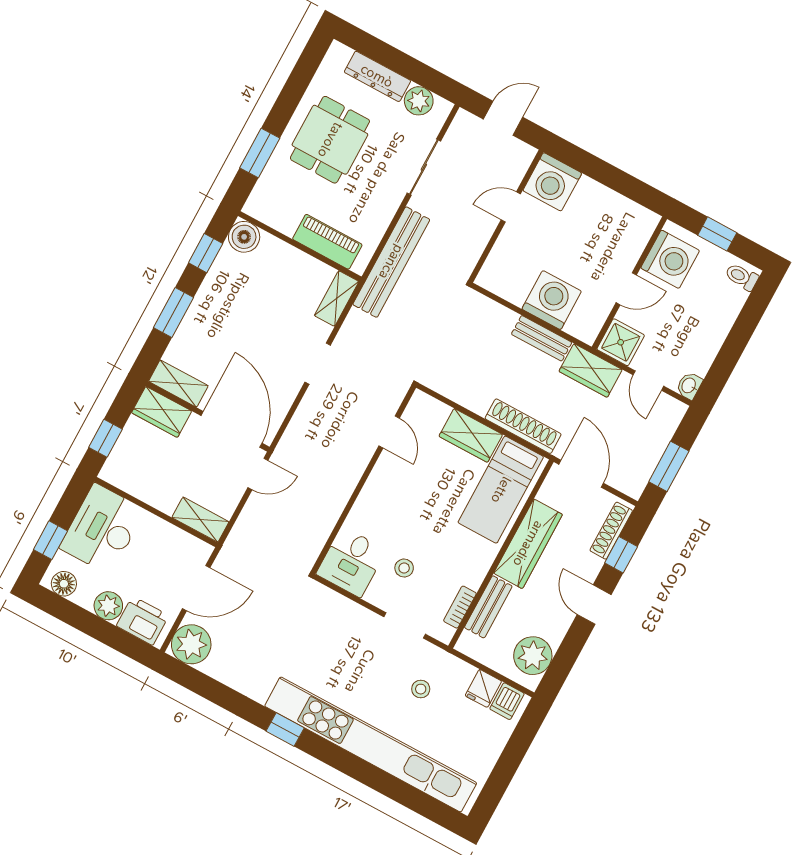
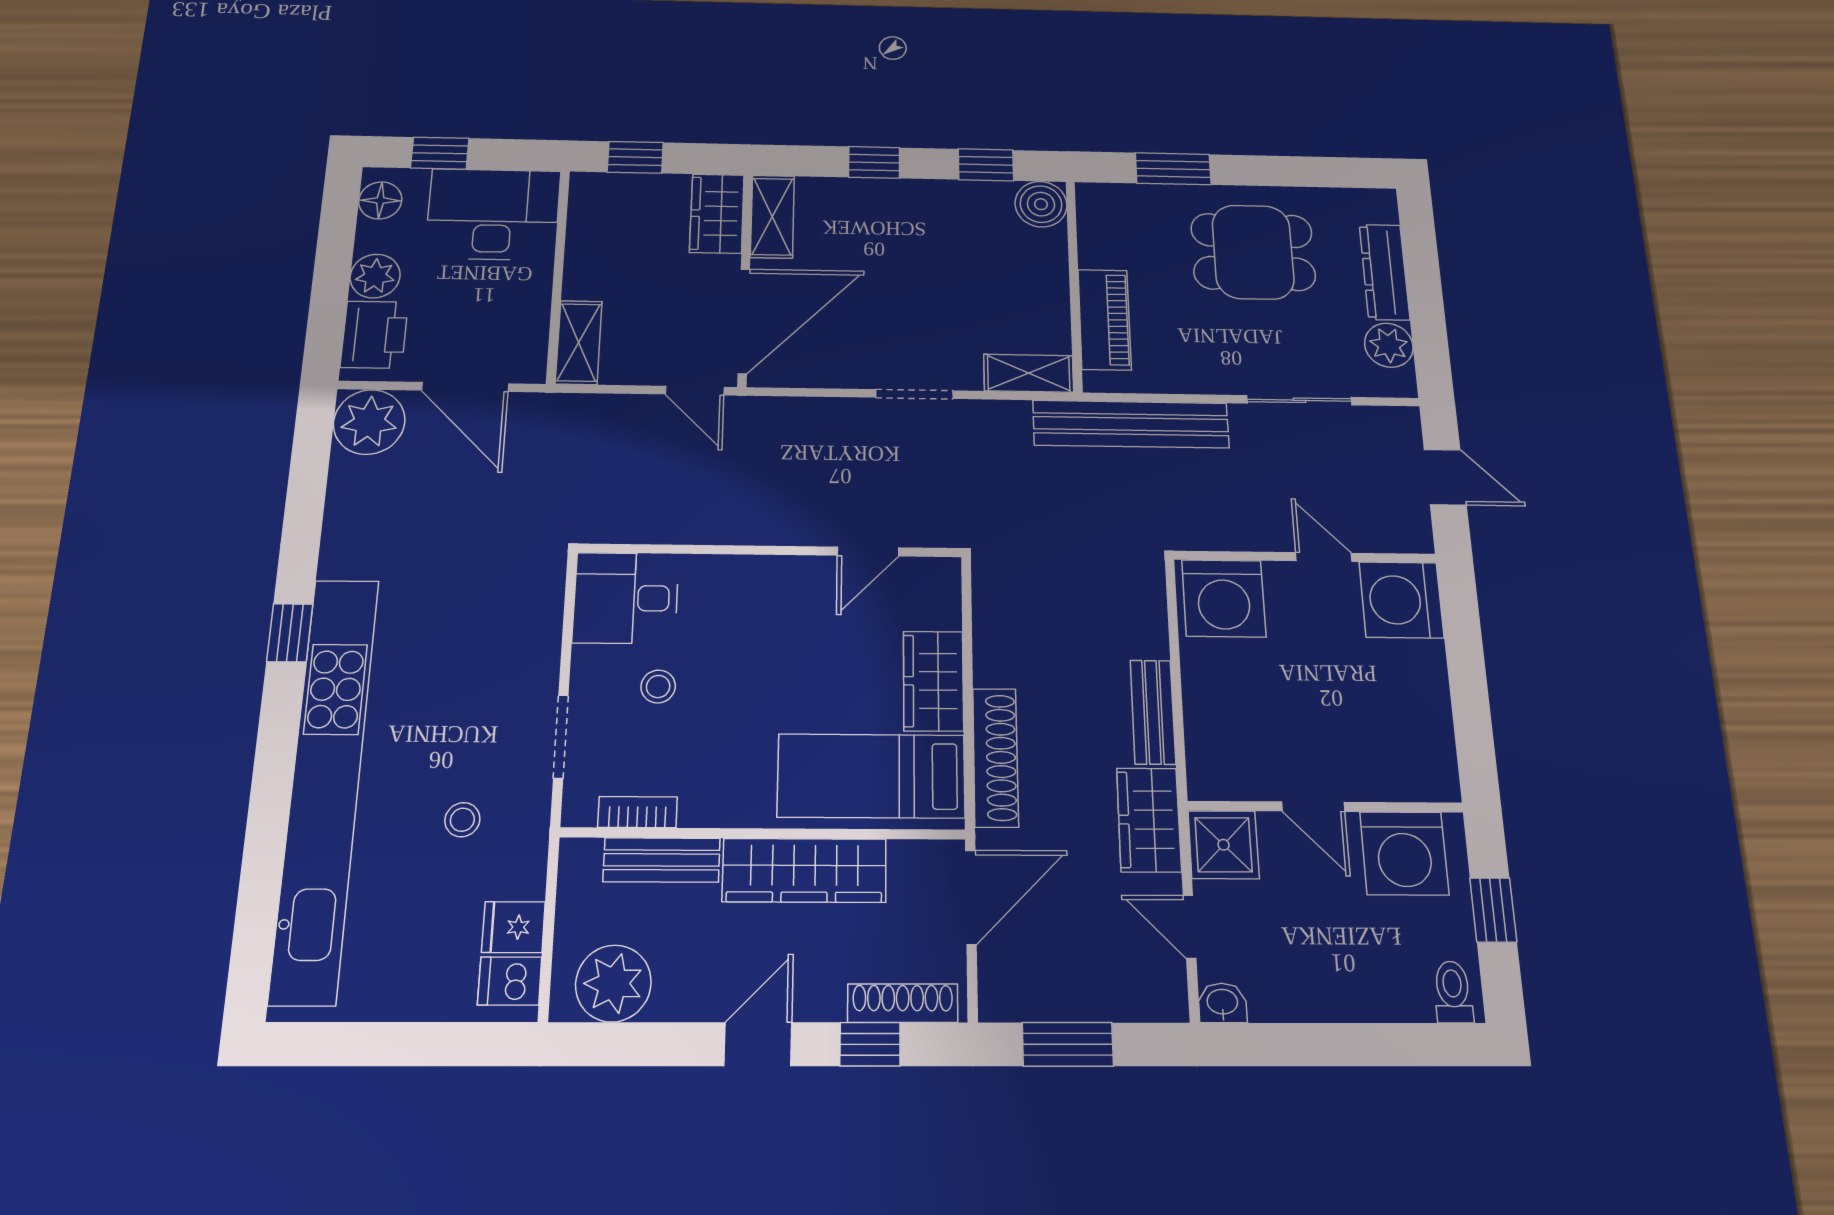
washing machine: (552, 300) -> (1224, 598), moved, turned 90
window: (174, 312) -> (874, 162), width x0.67
door: (648, 381) -> (1190, 927), hinge flipped

